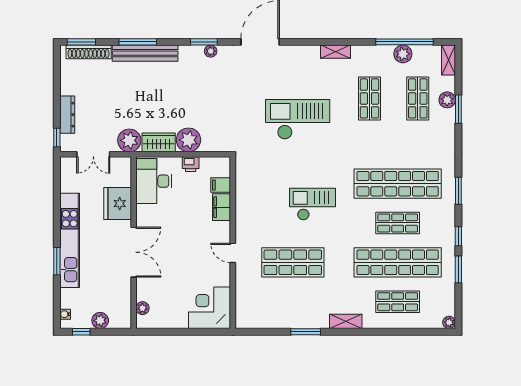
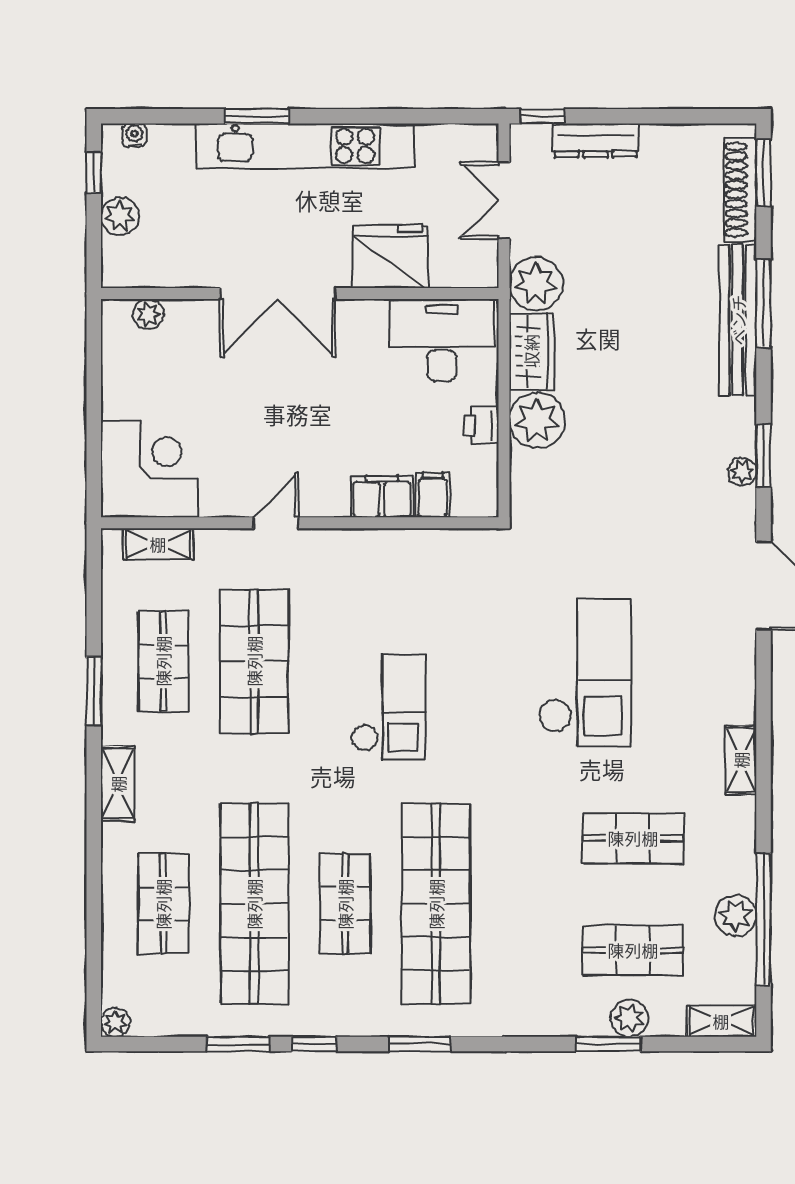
shop shelf: (293, 302) -> (163, 661), added
shelving: (242, 304) -> (158, 544), added

